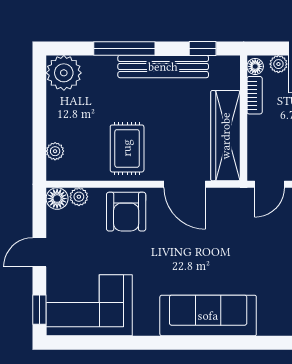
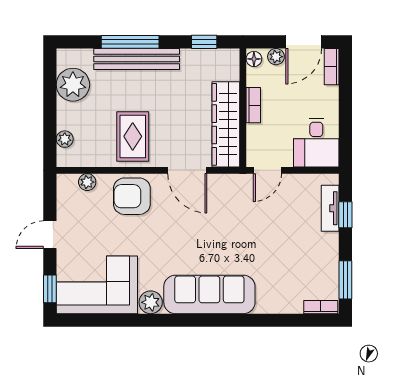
bench: (163, 67) -> (137, 59), moved
plant: (64, 73) -> (73, 85), moved
bookcase: (255, 95) -> (253, 105), moved
floor lamp: (57, 199) -> (67, 184), removed
armchair: (126, 212) -> (132, 196), turned 90
plant: (146, 324) -> (151, 302), added

